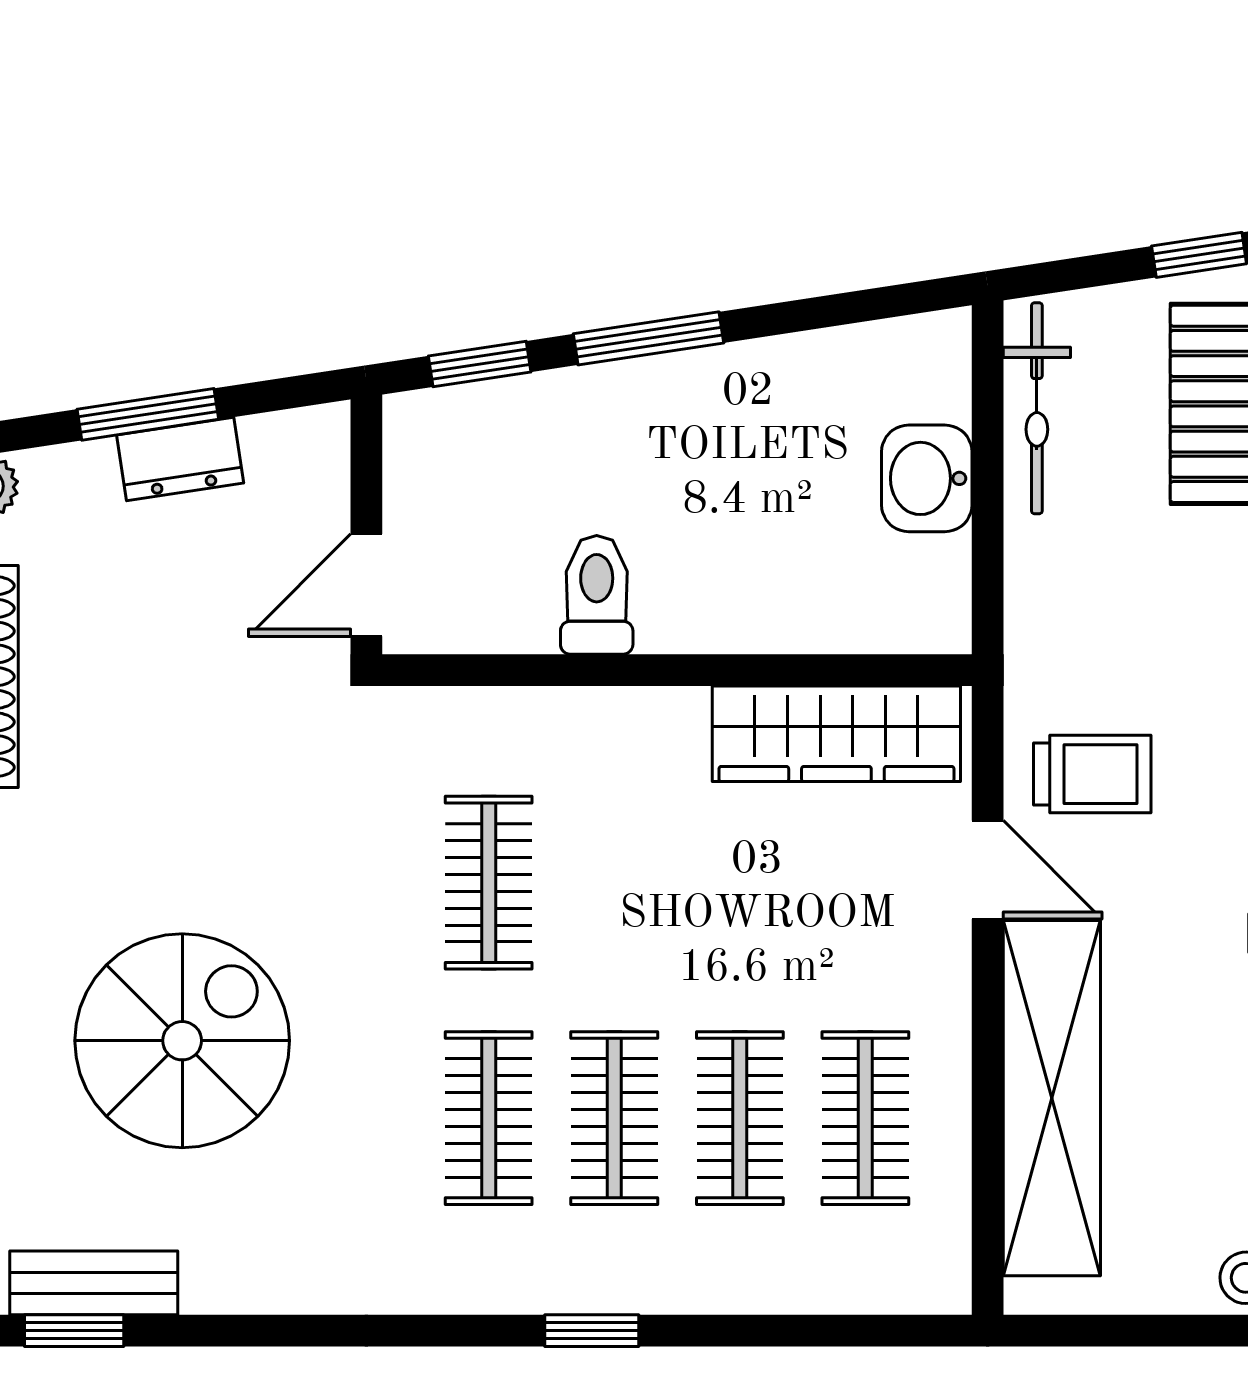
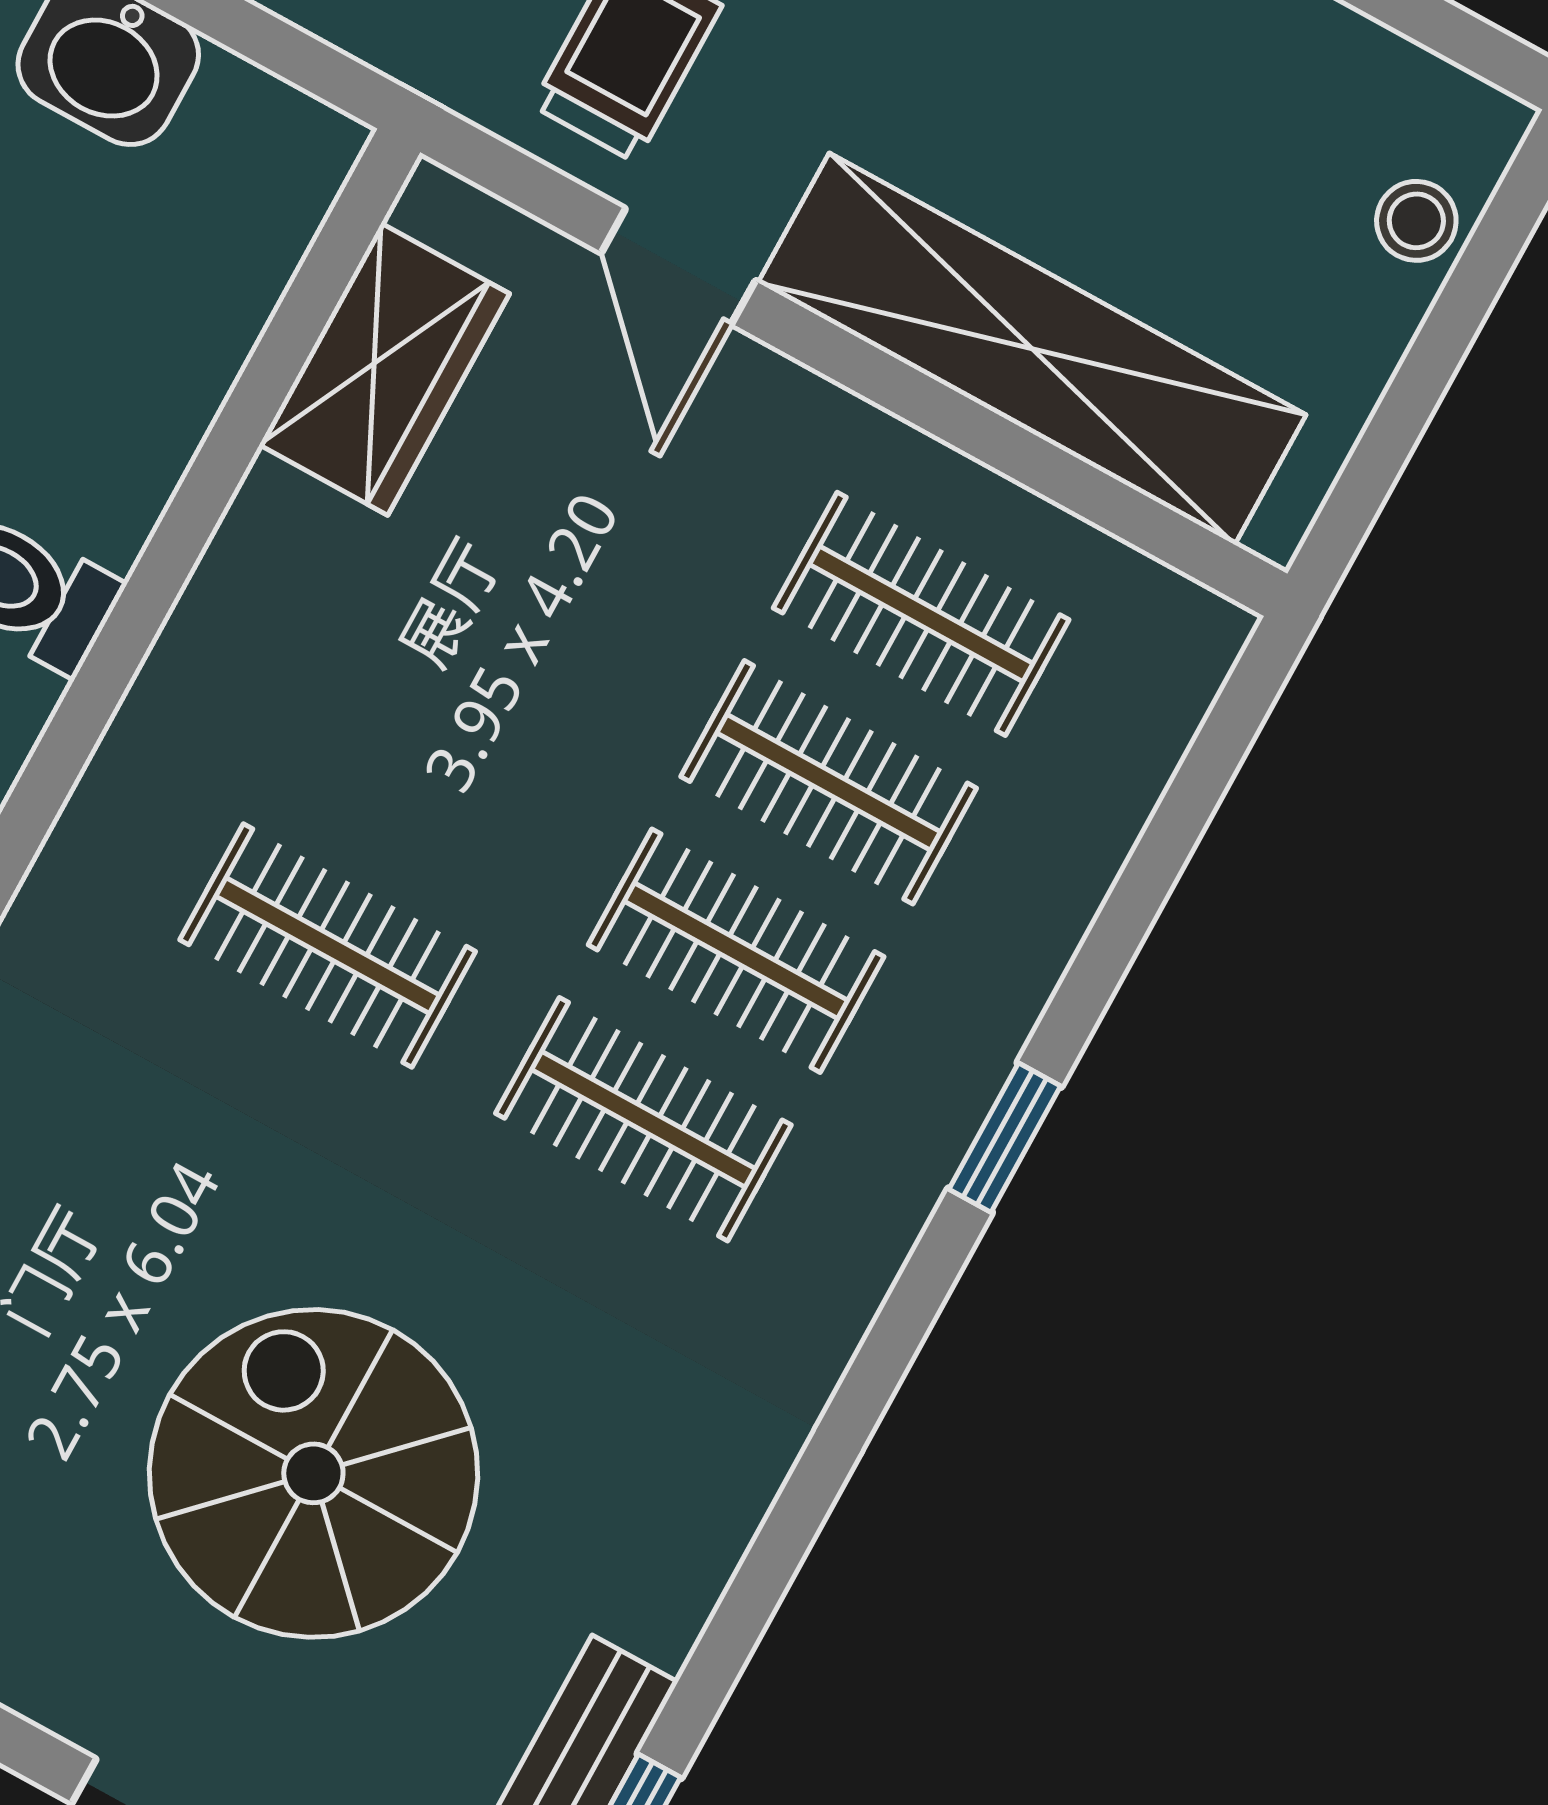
wardrobe: (836, 734) -> (384, 369), width x0.67
door: (988, 870) -> (678, 267), swing flipped

